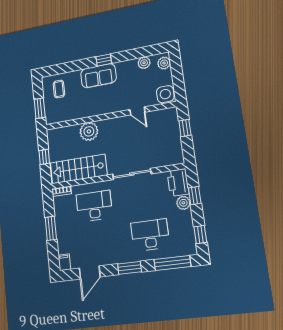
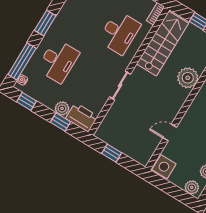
window: (185, 128) -> (112, 153), moved
sliding door: (132, 174) -> (120, 85), width x0.73
water cooler: (186, 251) -> (22, 80), added

